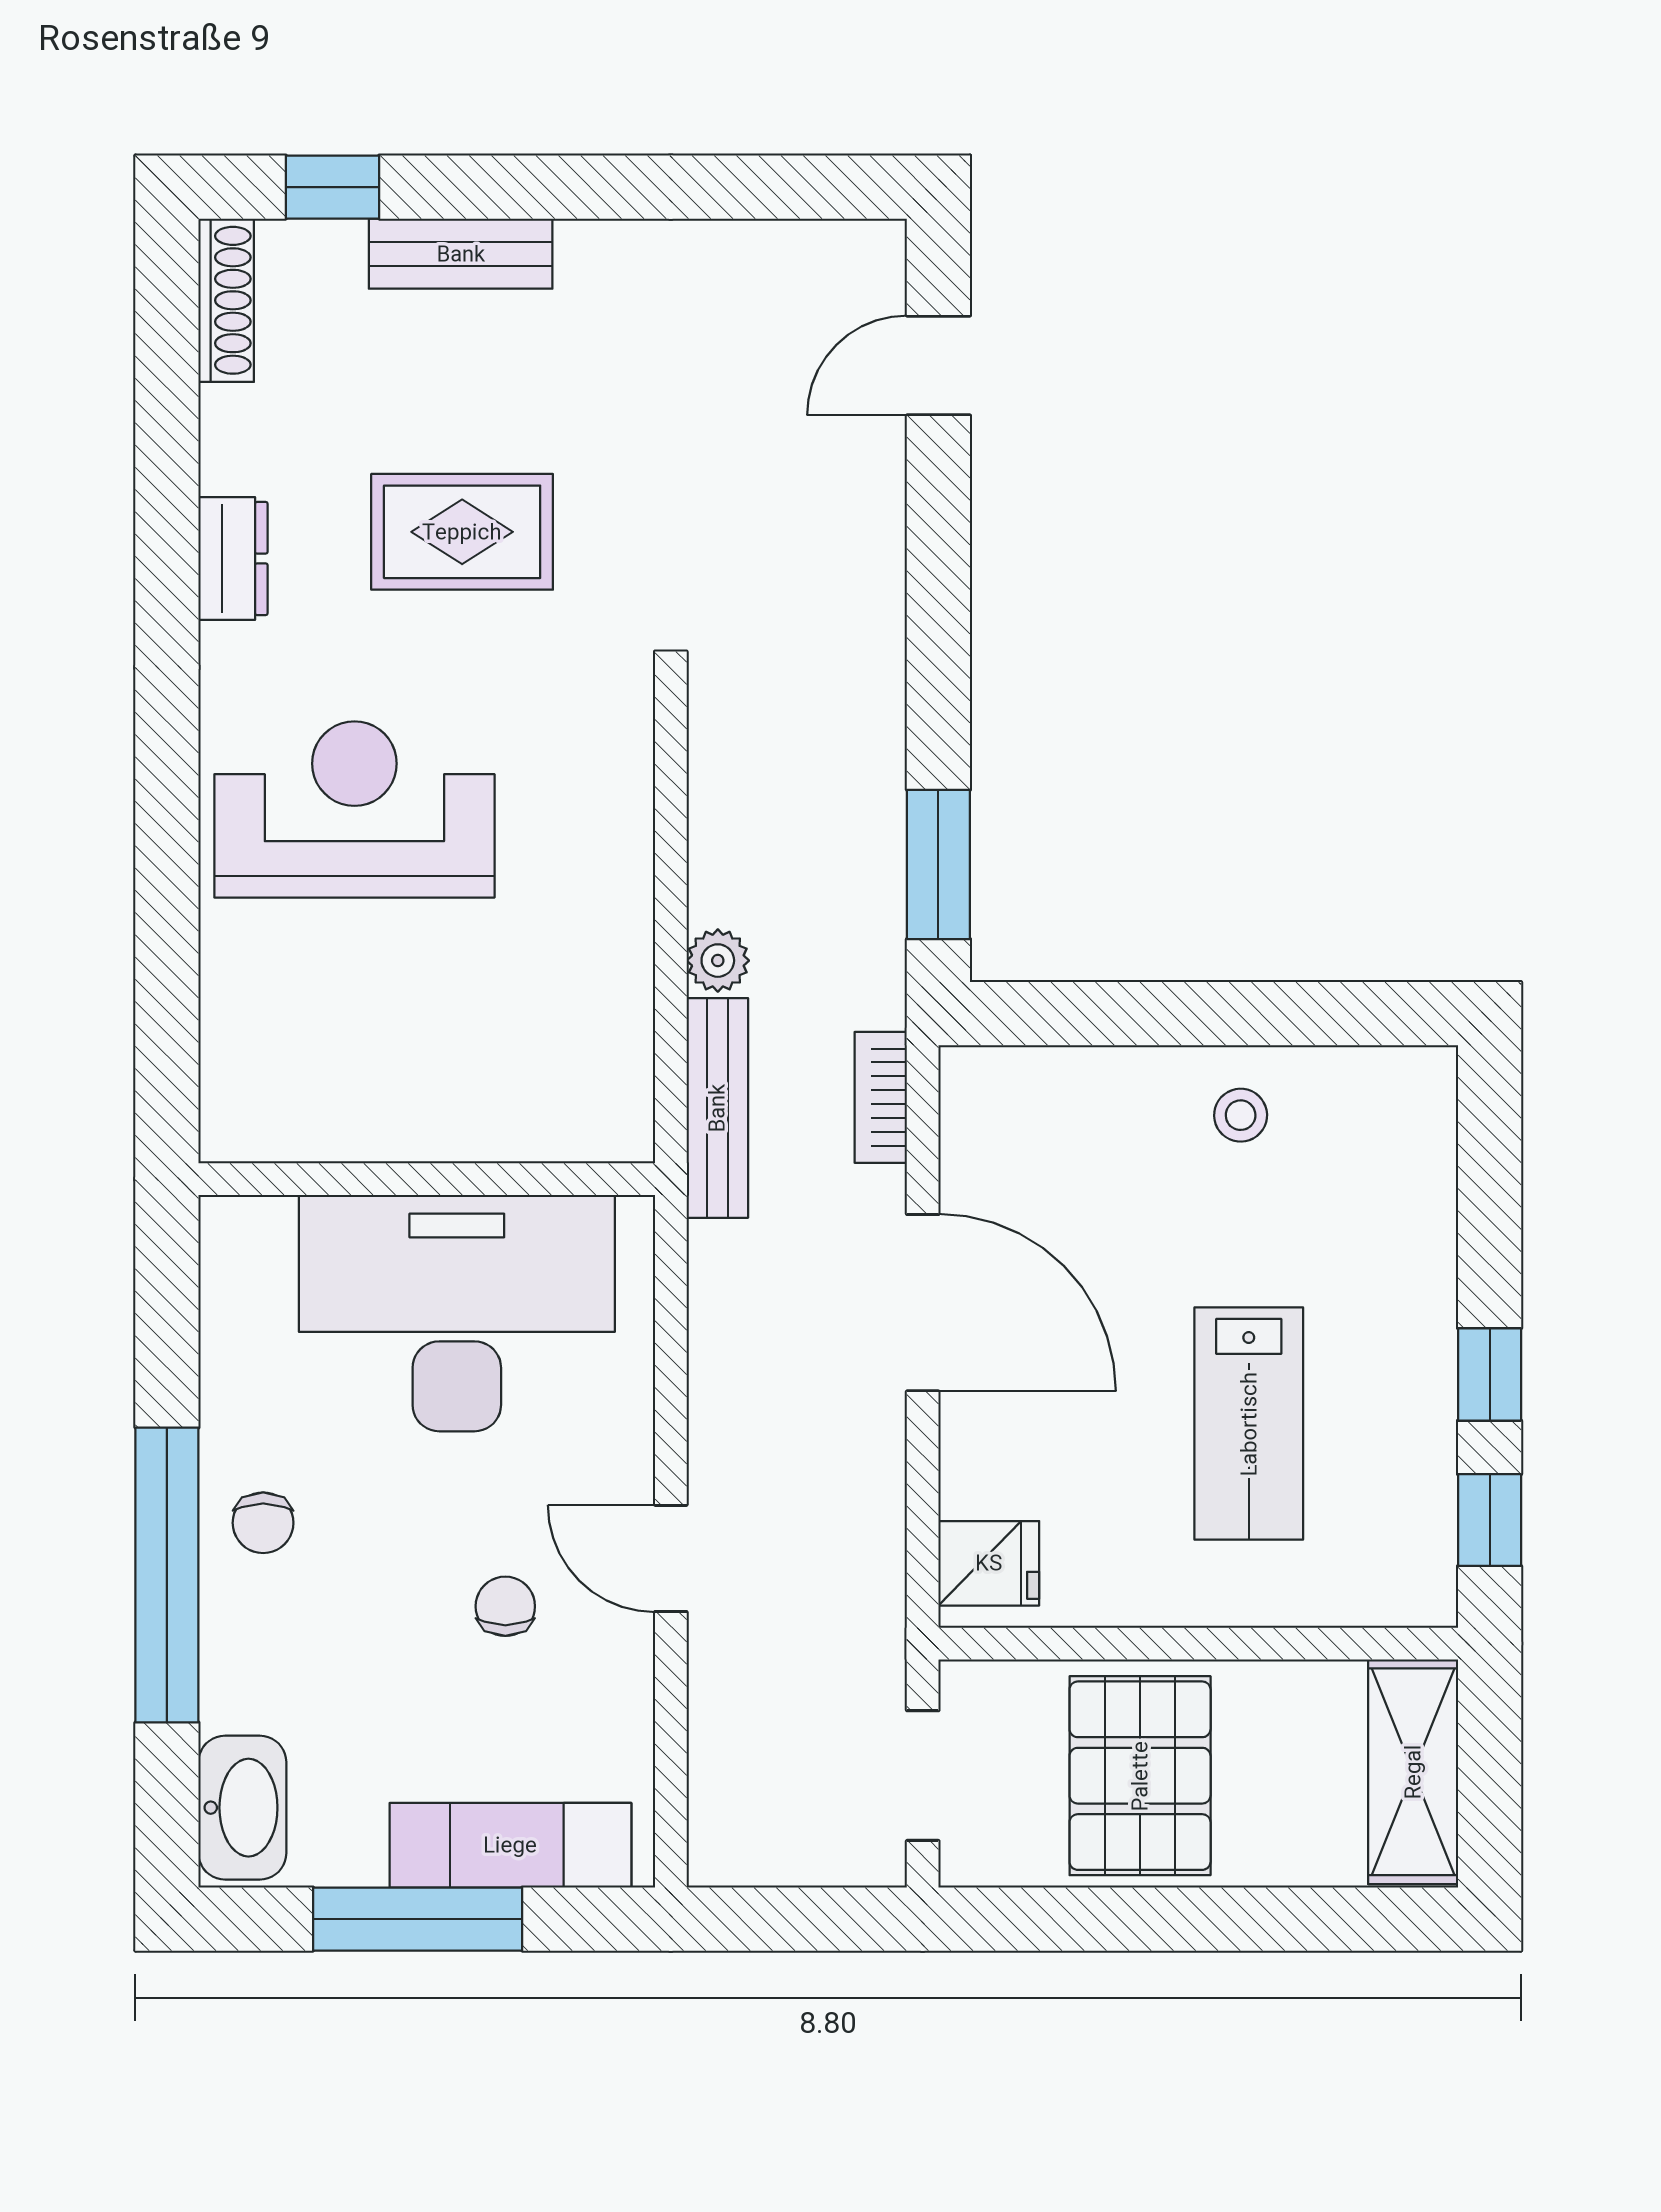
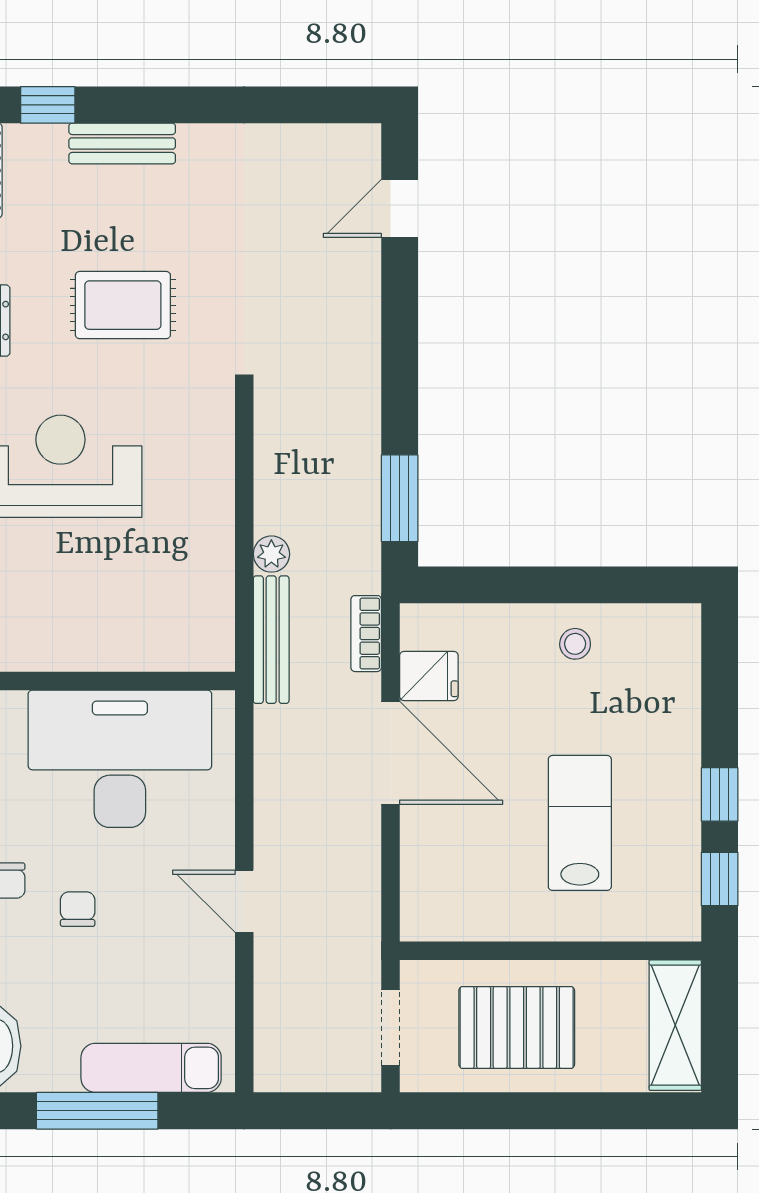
lab bench: (1249, 1424) -> (580, 823), turned 180
fridge: (989, 1563) -> (429, 676), moved
chair: (505, 1606) -> (78, 909), moved
pallet: (1140, 1776) -> (517, 1027), turned 90

